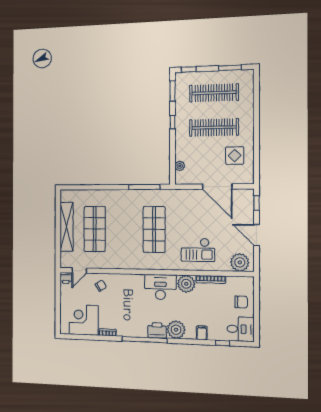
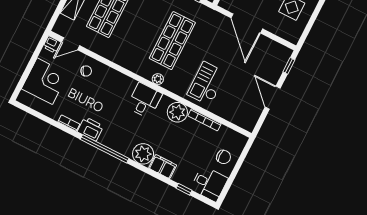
door: (217, 187) -> (247, 23), moved
checkout: (198, 250) -> (207, 84), turned 90
plant: (240, 262) -> (158, 79), moved, width x0.53, depth x0.53
desk: (160, 287) -> (144, 100), width x0.73
corner desk: (84, 320) -> (45, 81), moved, turned 90
printer: (157, 330) -> (90, 129), moved
filing cabinet: (202, 333) -> (163, 167), width x2.00

